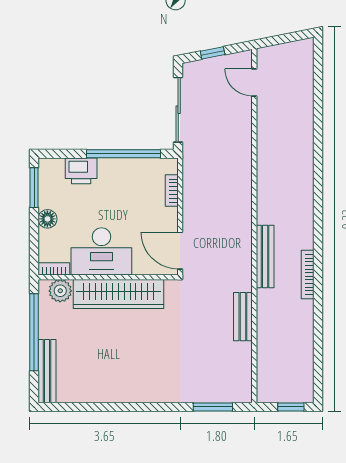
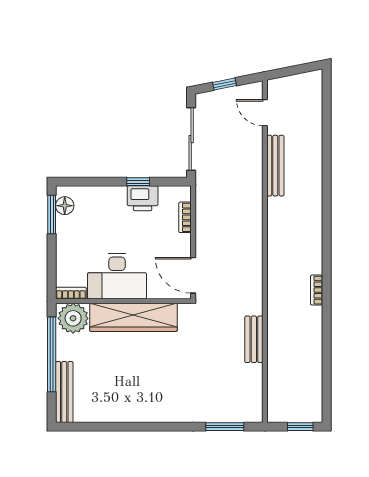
window: (123, 154) -> (138, 182), width x0.32
printer: (81, 171) -> (143, 198), moved
floor lamp: (47, 219) -> (65, 206), moved
bench: (265, 256) -> (275, 166), moved
bookcase: (308, 274) -> (317, 290), width x0.64
plant: (60, 291) -> (73, 318), width x1.36, depth x1.36

